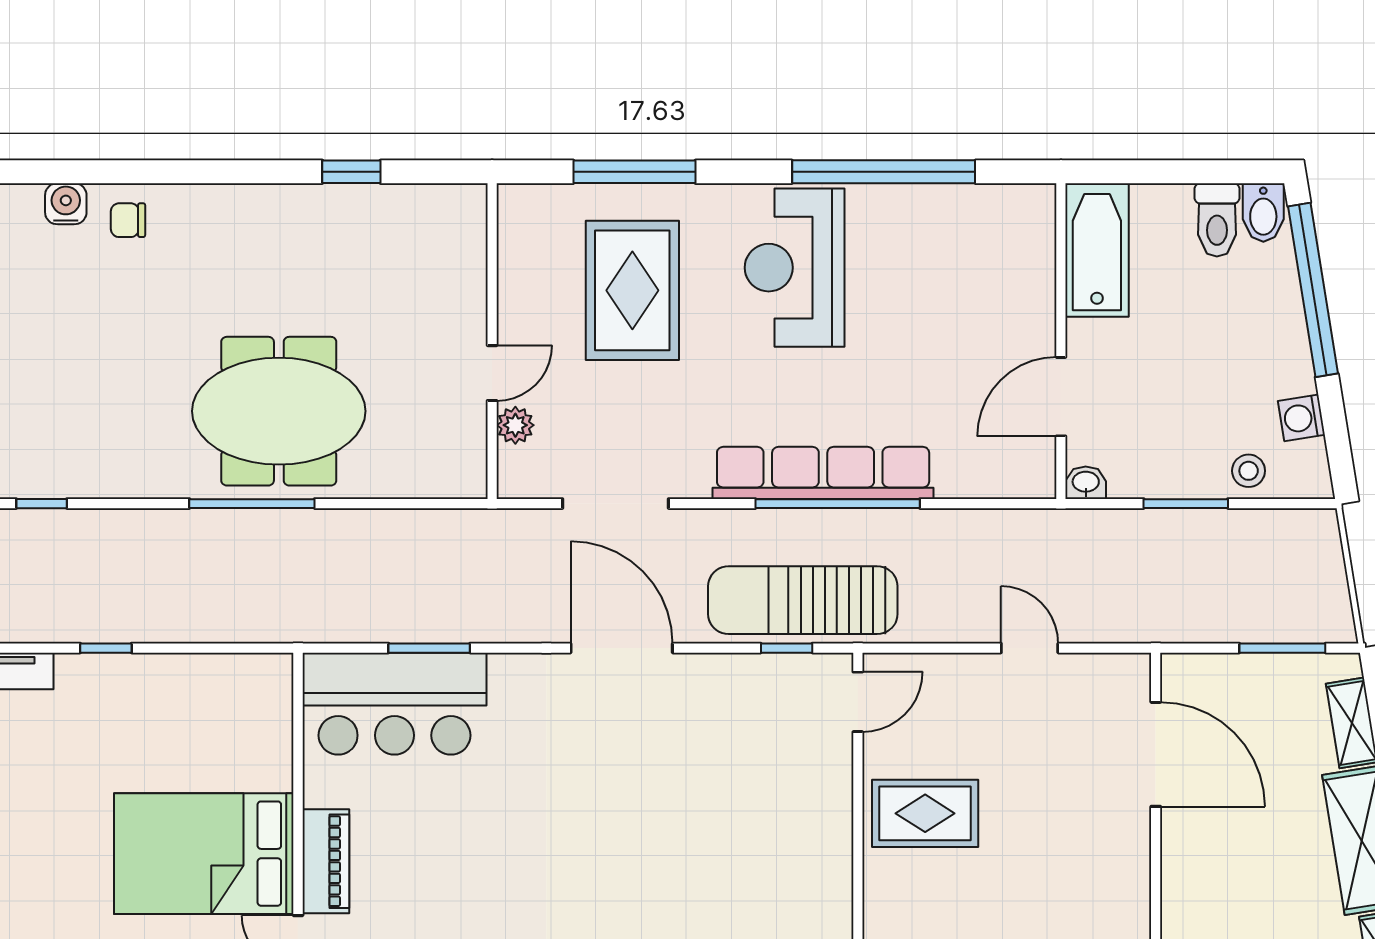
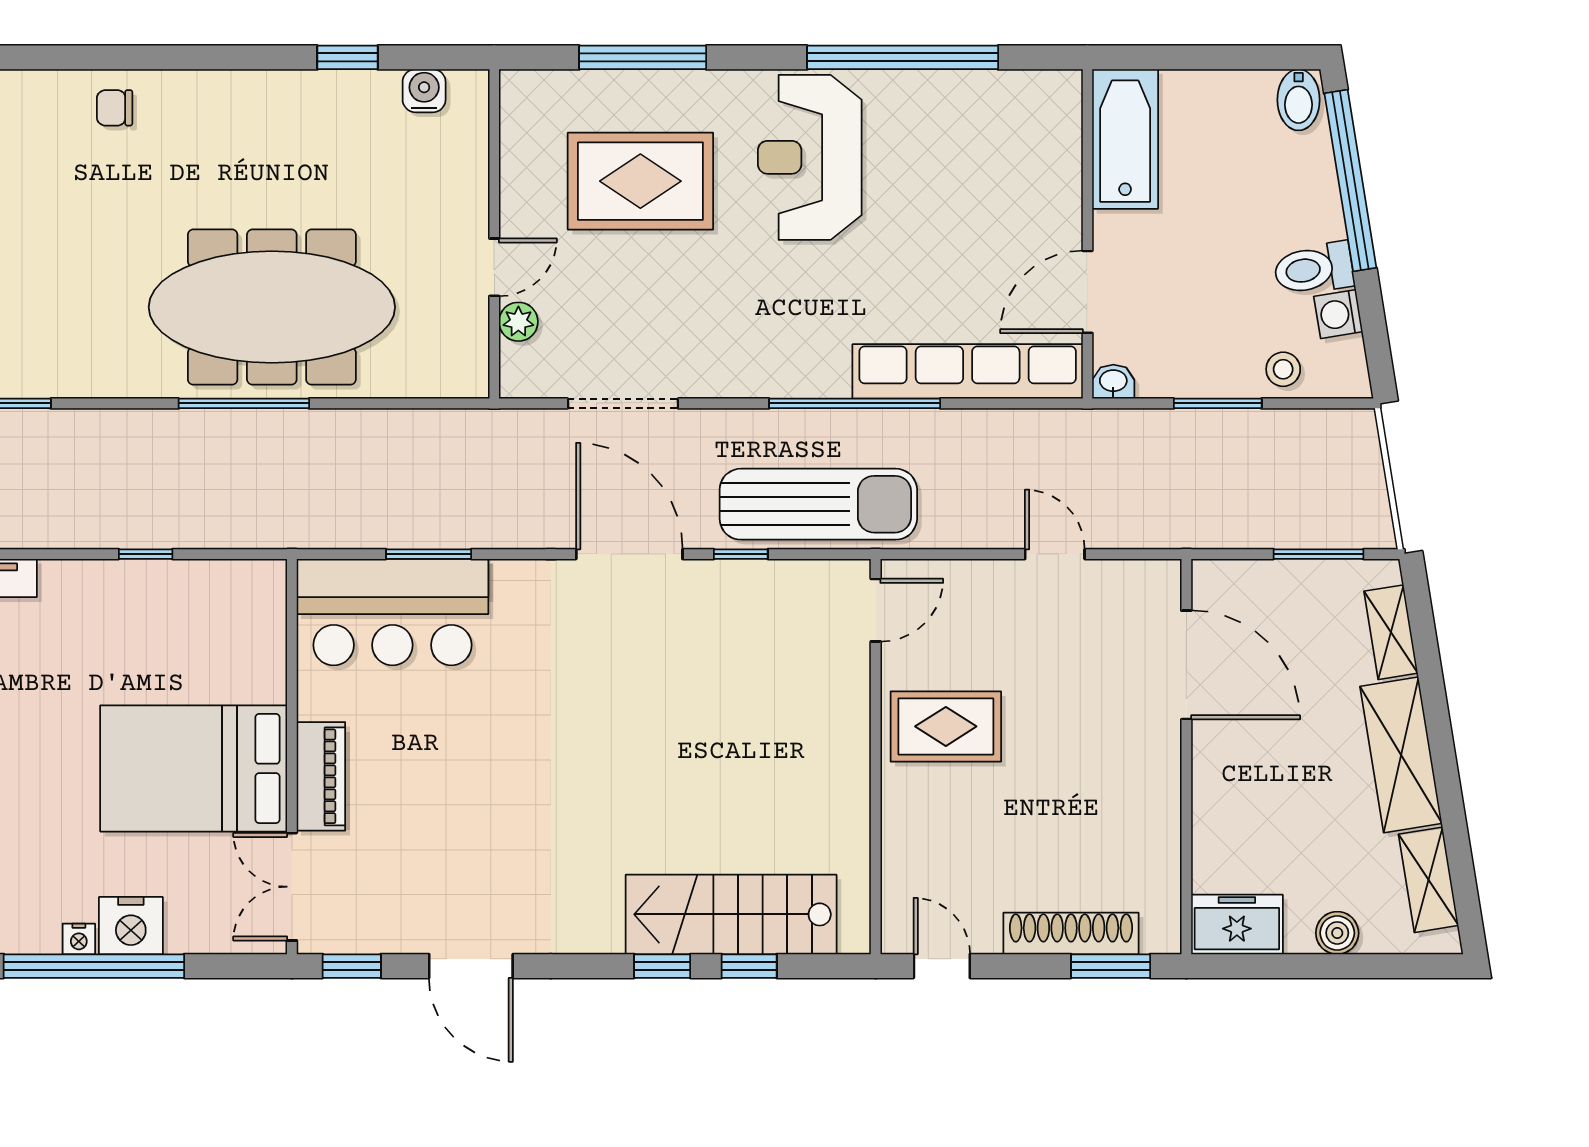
water cooler: (66, 204) -> (424, 91), moved
toilet: (1217, 220) -> (1314, 269), moved, turned 81
rug: (632, 290) -> (640, 181), turned 90
meeting table: (279, 411) -> (272, 307), width x1.36
row of seats: (823, 473) -> (968, 371), moved
sun lounger: (803, 600) -> (818, 504), turned 180
window: (106, 648) -> (146, 554), moved
window: (787, 648) -> (741, 554), moved

